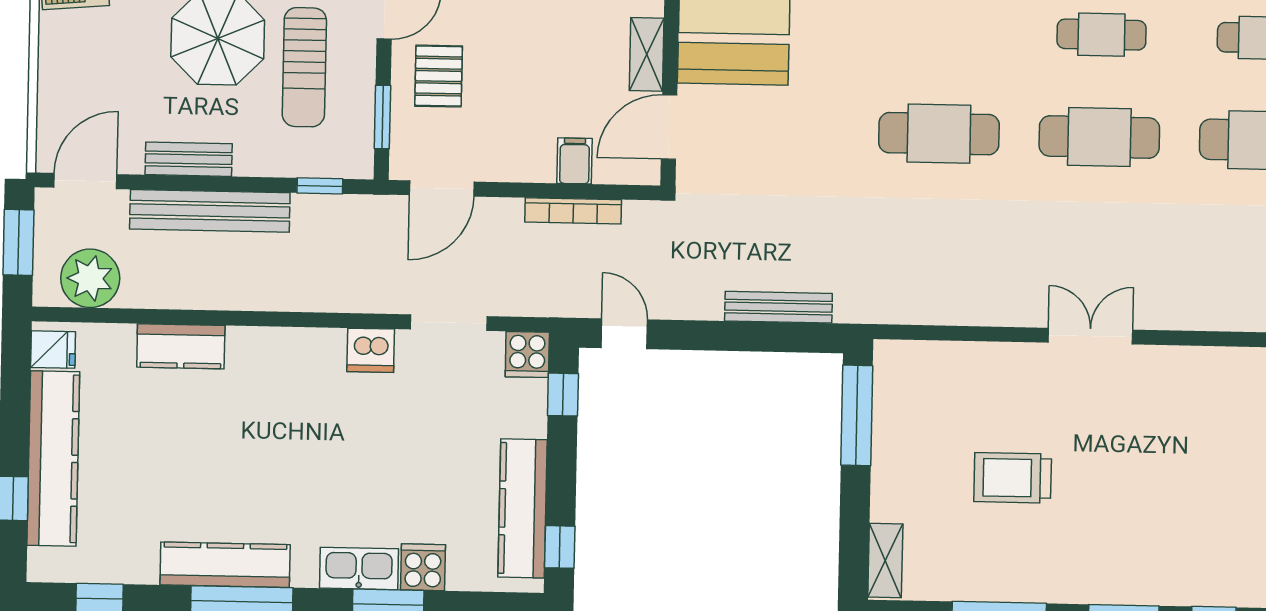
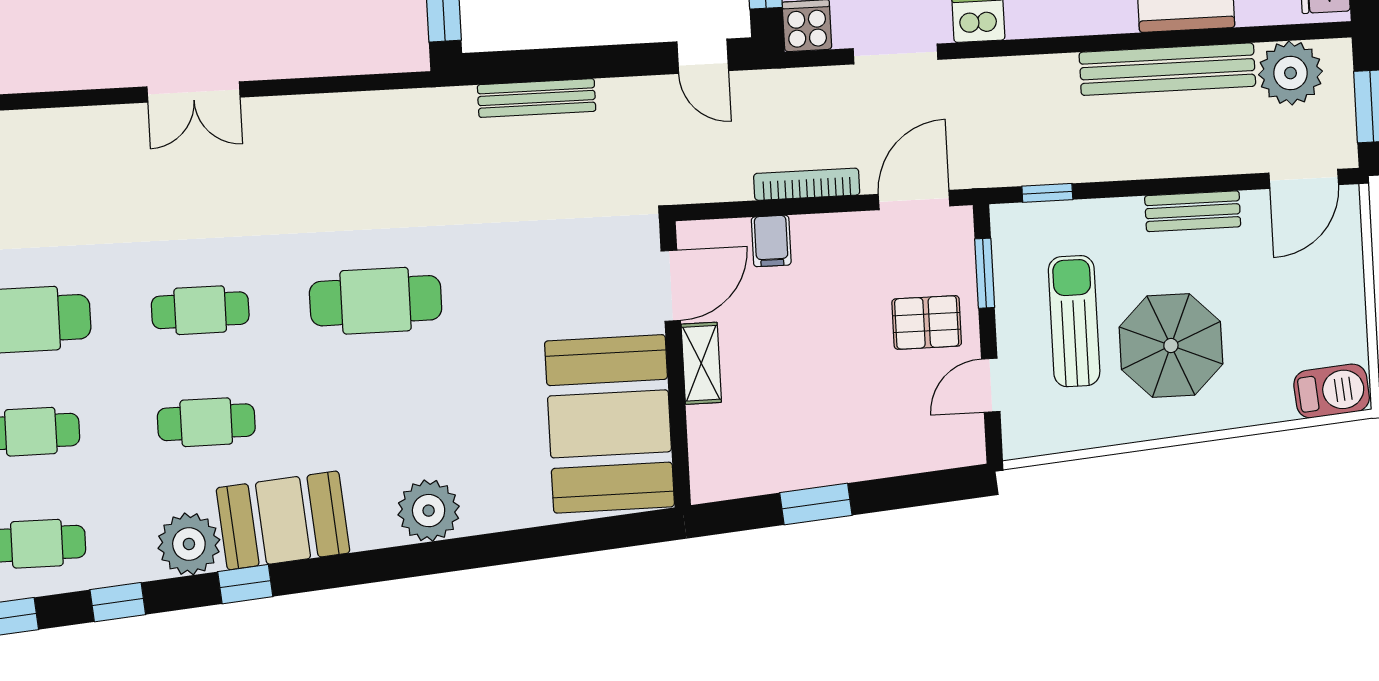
pallet: (439, 76) -> (927, 322), turned 90
cafe table: (1099, 137) -> (200, 310), width x0.73, depth x0.74
bench: (210, 211) -> (1167, 69), moved
bookcase: (573, 211) -> (807, 184), moved

